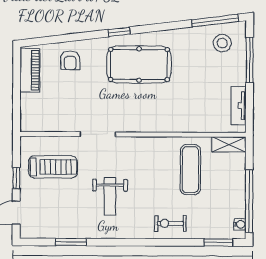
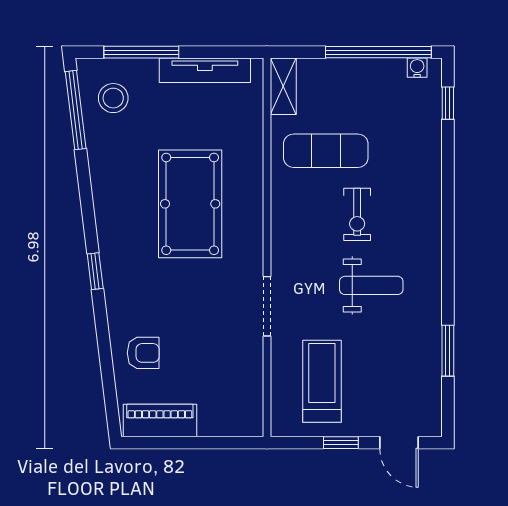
pool table: (139, 64) -> (190, 204), moved
tv unit: (239, 106) -> (205, 70), width x1.41
exercise bike: (170, 223) -> (357, 214), moved
window: (219, 243) -> (448, 103), width x0.67

